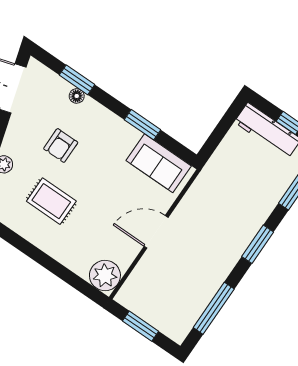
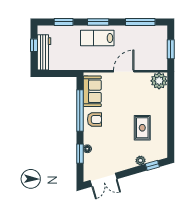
window: (142, 125) -> (80, 110), width x2.11
armchair: (61, 146) -> (94, 119), moved
lab bench: (234, 226) -> (97, 38), added
door: (156, 232) -> (124, 71), swing flipped

